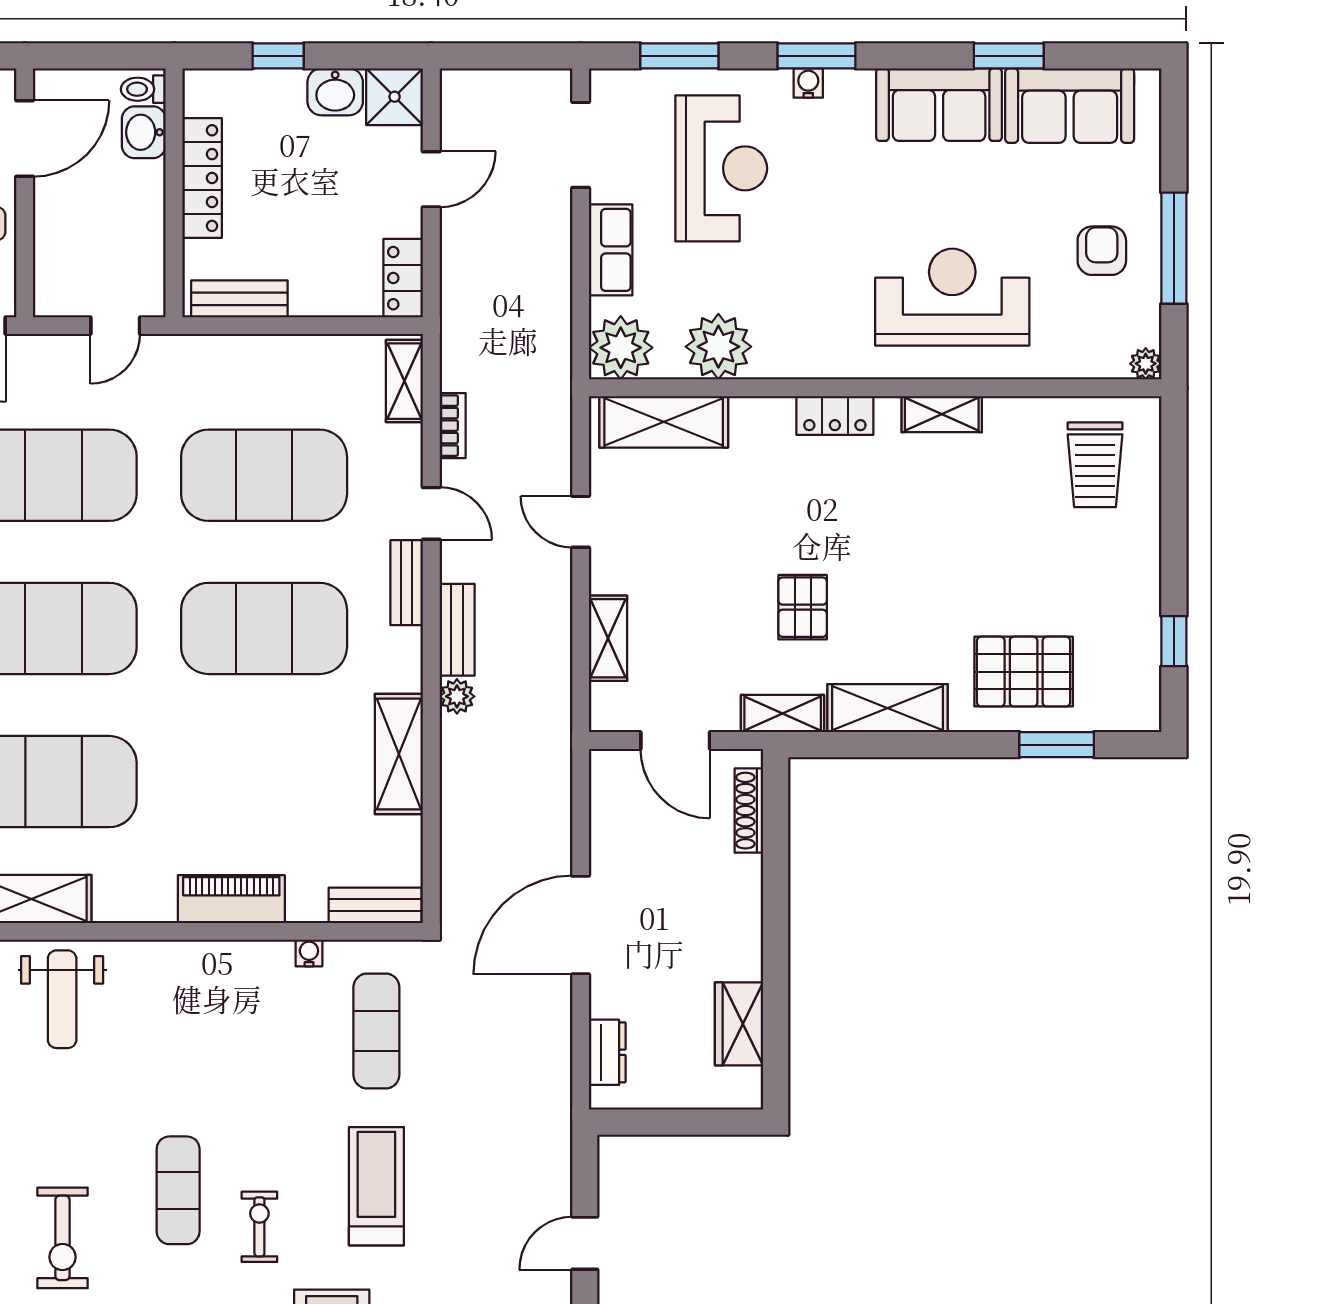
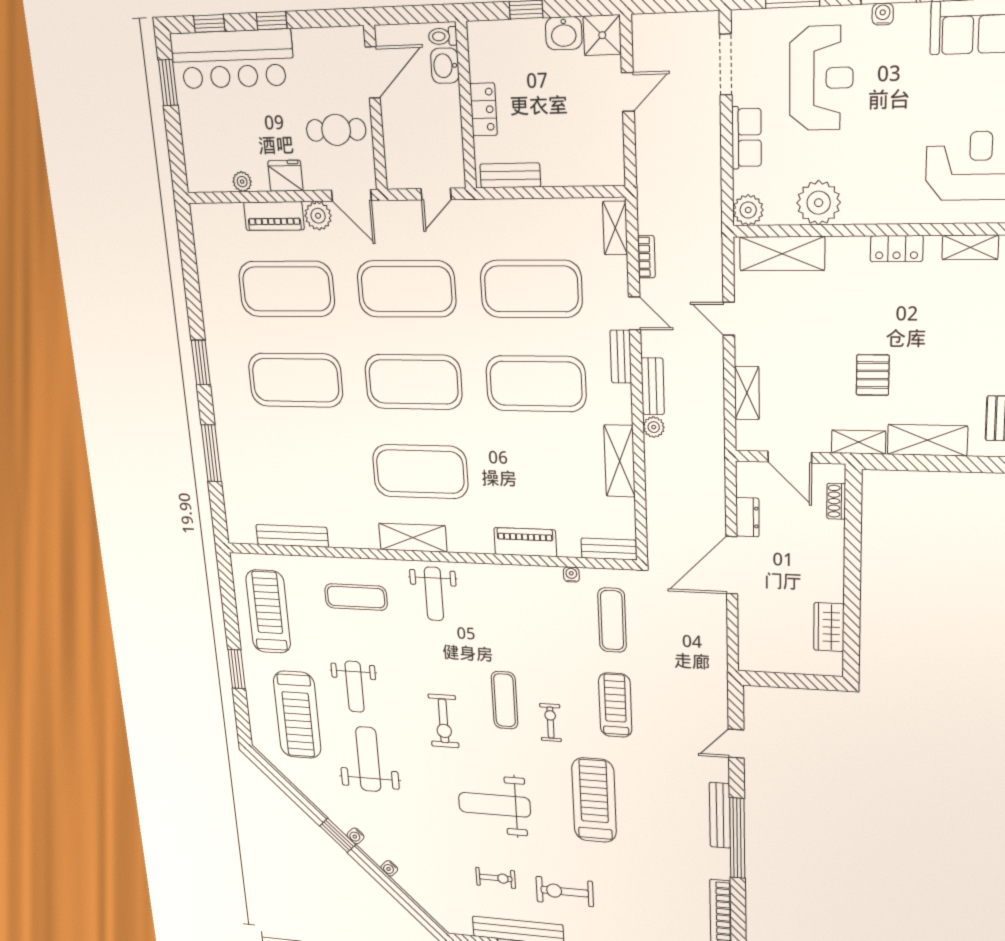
locker: (202, 178) -> (484, 109), width x0.66
locker: (403, 278) -> (612, 160), removed
plant: (621, 348) -> (748, 210), width x0.73, depth x0.73
shoe rack: (749, 811) -> (836, 501), width x0.70
dresser: (607, 1052) -> (748, 517), moved

